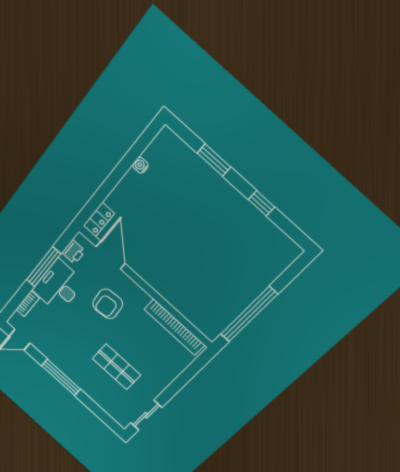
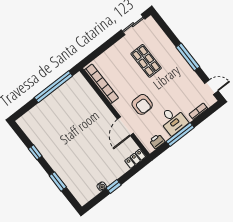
window: (122, 169) -> (114, 186), added
door: (111, 255) -> (125, 126), moved
desk: (58, 286) -> (173, 120), width x0.73
armchair: (108, 304) -> (142, 104), turned 95

